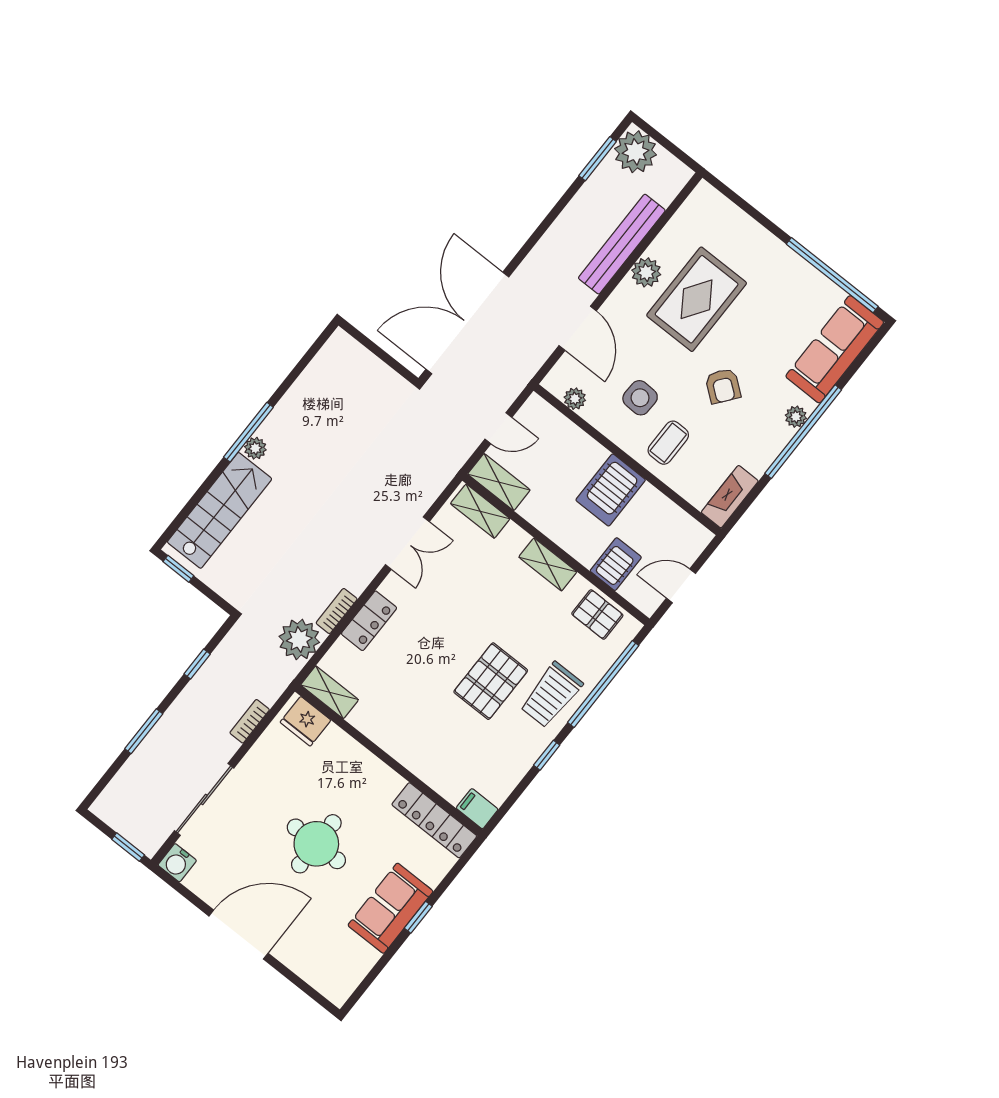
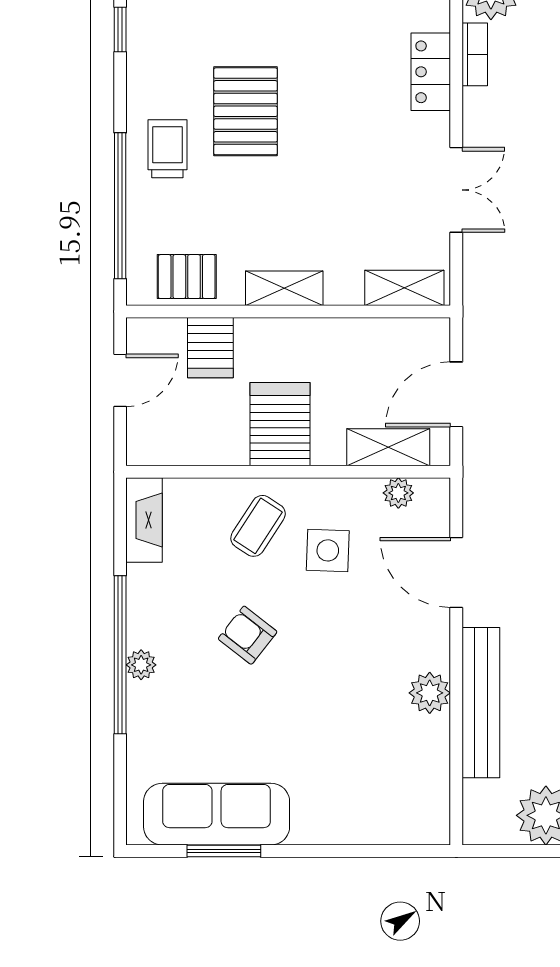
window: (832, 275) -> (224, 851), width x0.47
rug: (697, 299) -> (351, 707), removed
sofa: (835, 349) -> (217, 814), moved, turned -90
door: (498, 428) -> (456, 394), width x1.38
coffee table: (668, 443) -> (258, 526), turned 33
shelving: (499, 482) -> (388, 447), moved
double door: (407, 543) -> (456, 190), swing flipped
trolley: (551, 695) -> (167, 149), width x0.73, depth x0.72
window: (547, 755) -> (120, 29), moved

